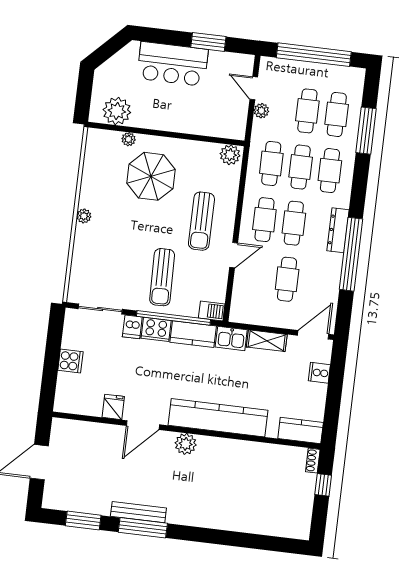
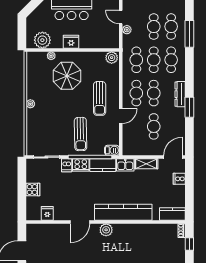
fridge: (165, 120) -> (71, 42), added
window: (351, 254) -> (189, 107), width x0.47
fridge: (113, 407) -> (47, 213), moved

